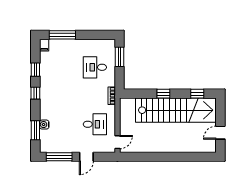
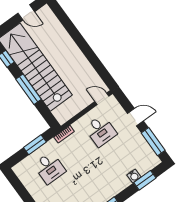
window: (120, 57) -> (35, 145), moved
window: (163, 94) -> (29, 89), width x2.17
desk: (95, 124) -> (101, 131), turned 180

